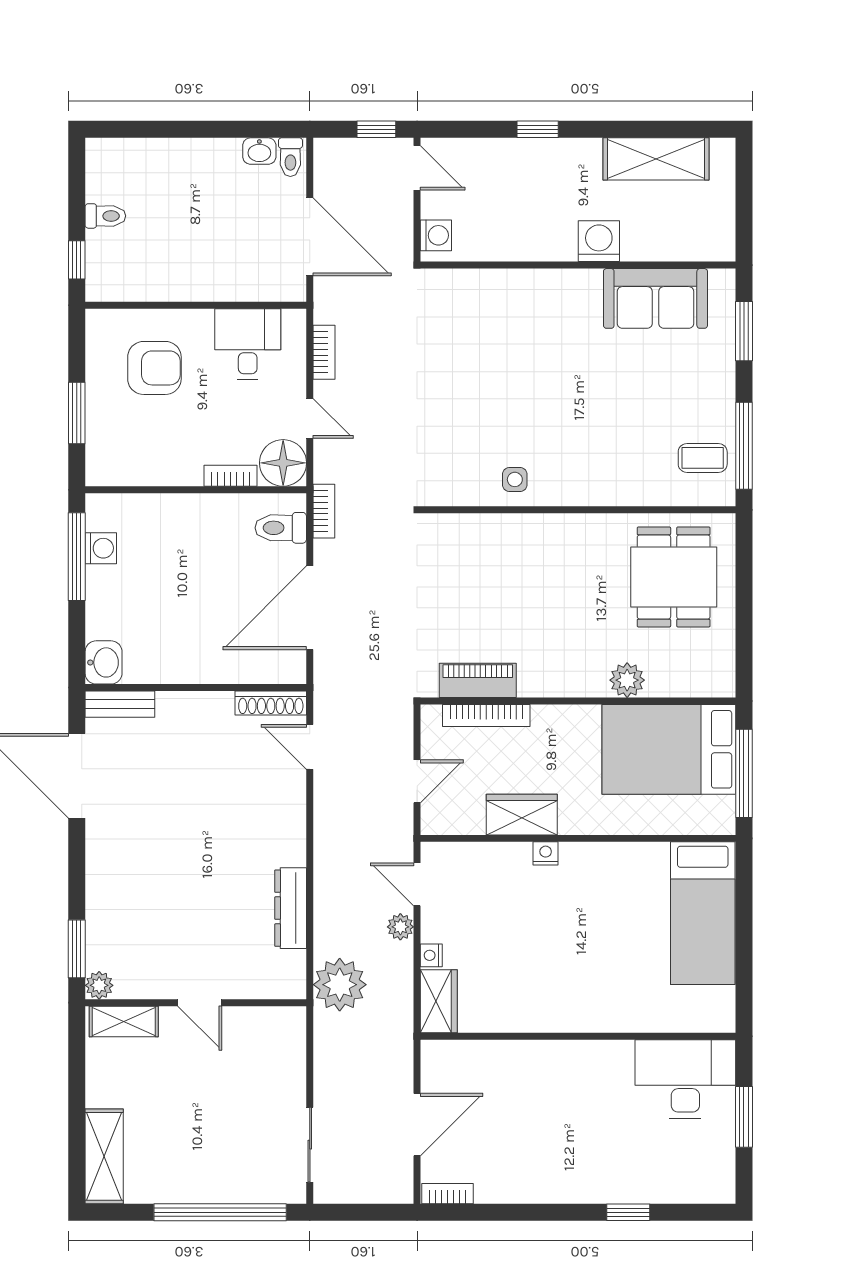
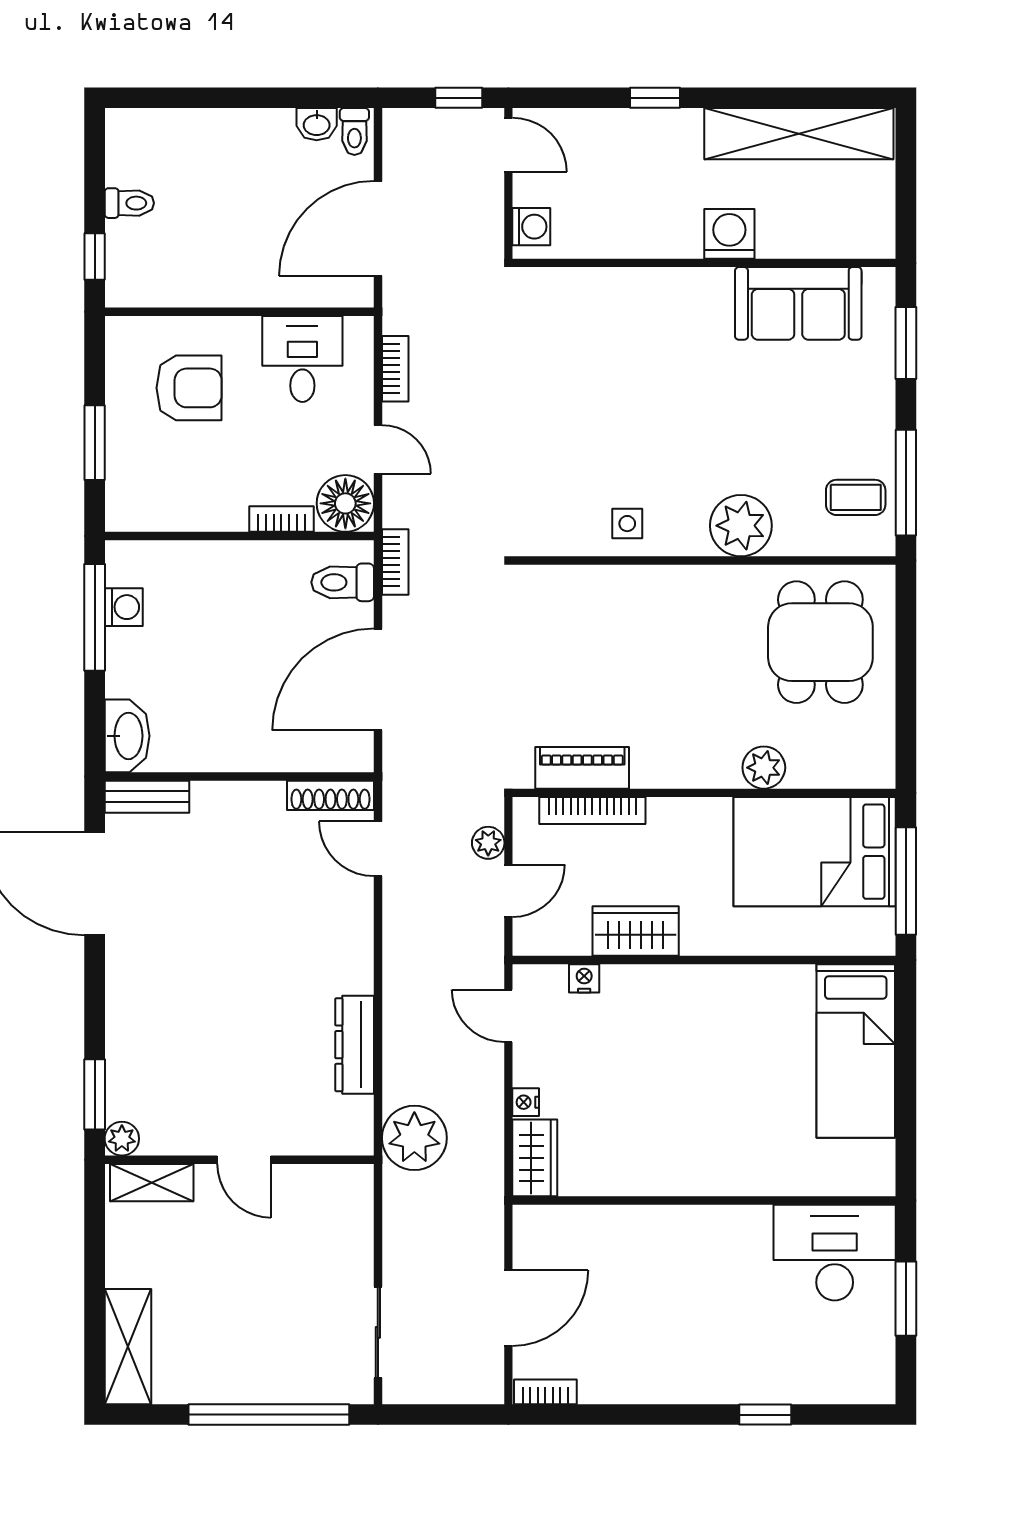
shelving: (656, 159) -> (799, 134), width x1.47
door: (310, 237) -> (378, 228), swing flipped
plant: (608, 481) -> (741, 526), added
washbasin: (104, 662) -> (127, 736), width x1.38
nightstand: (546, 853) -> (584, 978), moved
plant: (400, 927) -> (488, 843), moved

